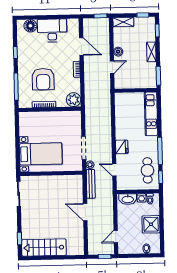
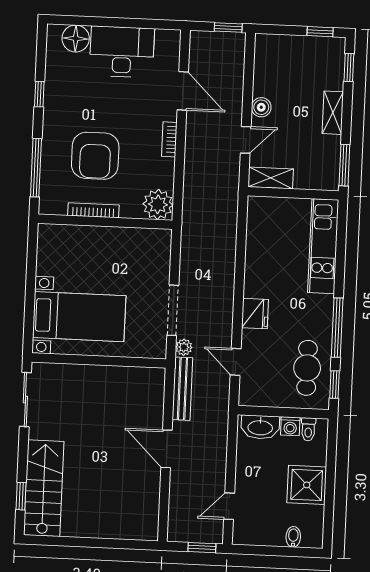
shelving: (123, 22) -> (271, 178), moved
stairs: (44, 248) -> (44, 488), moved, turned 90

